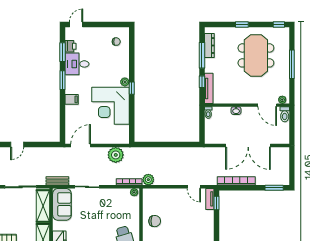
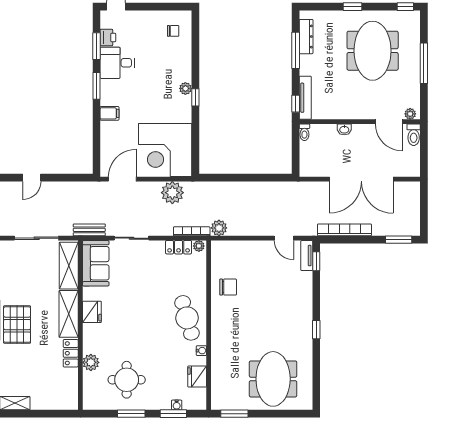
window: (202, 82) -> (296, 104), moved
corner desk: (111, 106) -> (165, 150), moved
locker: (120, 193) -> (179, 247), added

